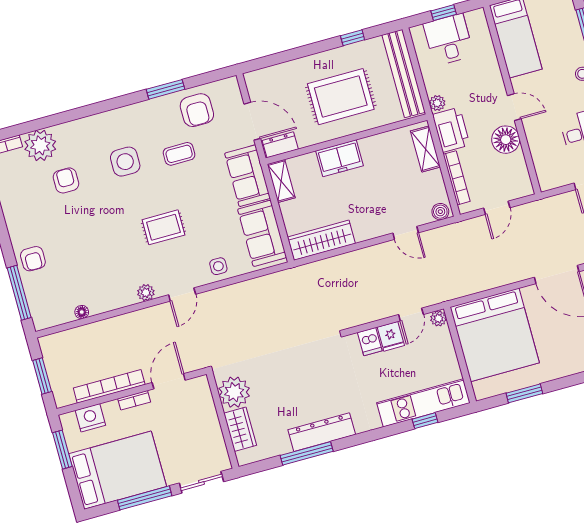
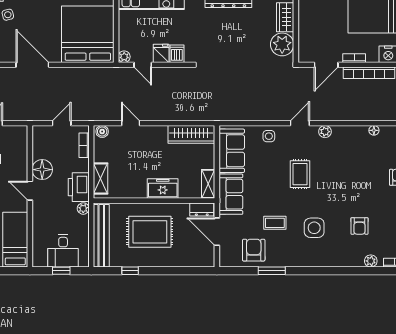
plant: (40, 145) -> (371, 261), width x0.53, depth x0.53
bookcase: (457, 178) -> (84, 145), width x0.64
rug: (163, 227) -> (300, 174), turned 90
door: (411, 315) -> (143, 65), swing flipped

